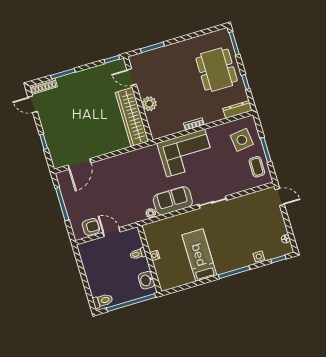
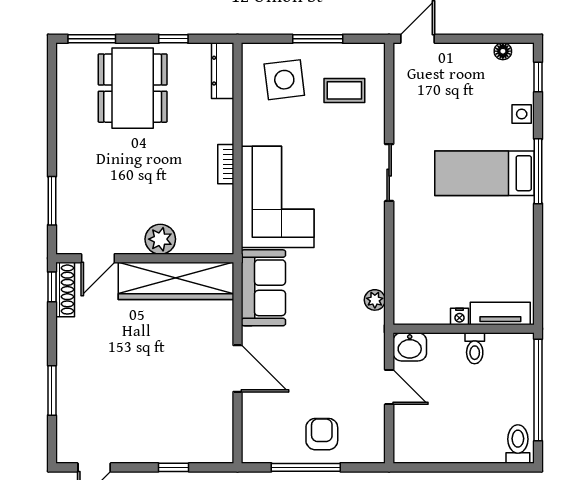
dining table: (217, 70) -> (133, 88), turned 90
shoe rack: (43, 86) -> (65, 290), moved
door: (79, 164) -> (238, 368), moved
coffee table: (257, 167) -> (344, 90), moved
sofa: (173, 201) -> (263, 288), moved, turned 180
armchair: (91, 227) -> (322, 434), moved
door: (112, 232) -> (389, 387), swing flipped
toilet: (138, 254) -> (475, 348), moved
bed: (199, 255) -> (485, 173), moved
tv unit: (162, 274) -> (500, 314), added
washbasin: (146, 280) -> (410, 347), moved

